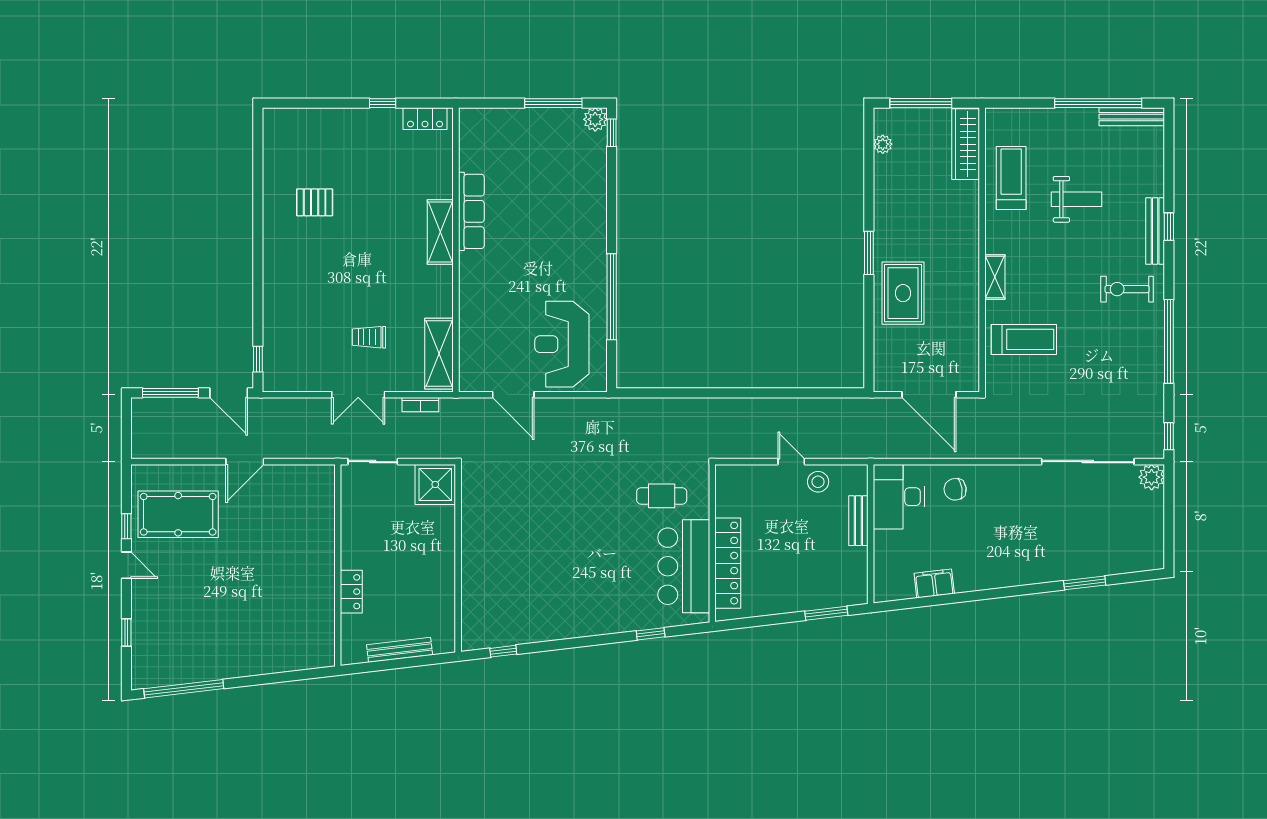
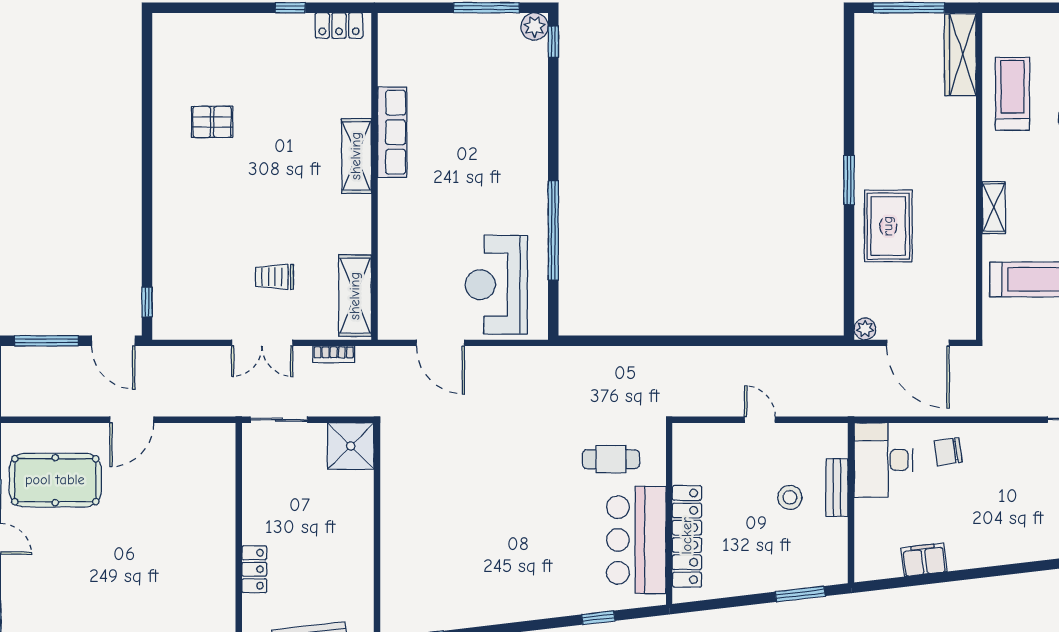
plant: (883, 144) -> (865, 329), moved
stool: (818, 482) -> (790, 497), moved

